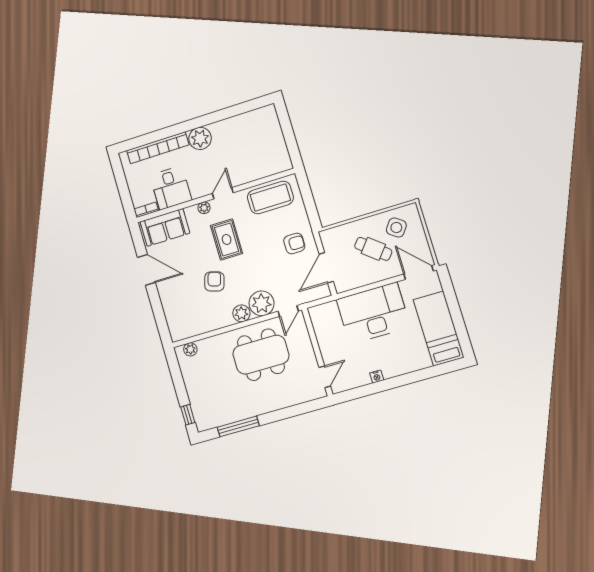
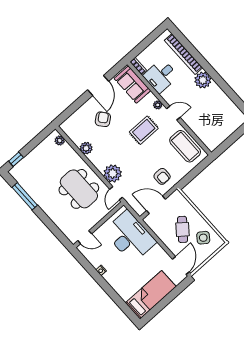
armchair: (214, 281) -> (103, 119), moved, turned -55
door: (288, 311) -> (116, 193), hinge flipped
plant: (241, 313) -> (86, 148), moved
desk: (373, 313) -> (130, 237), moved

